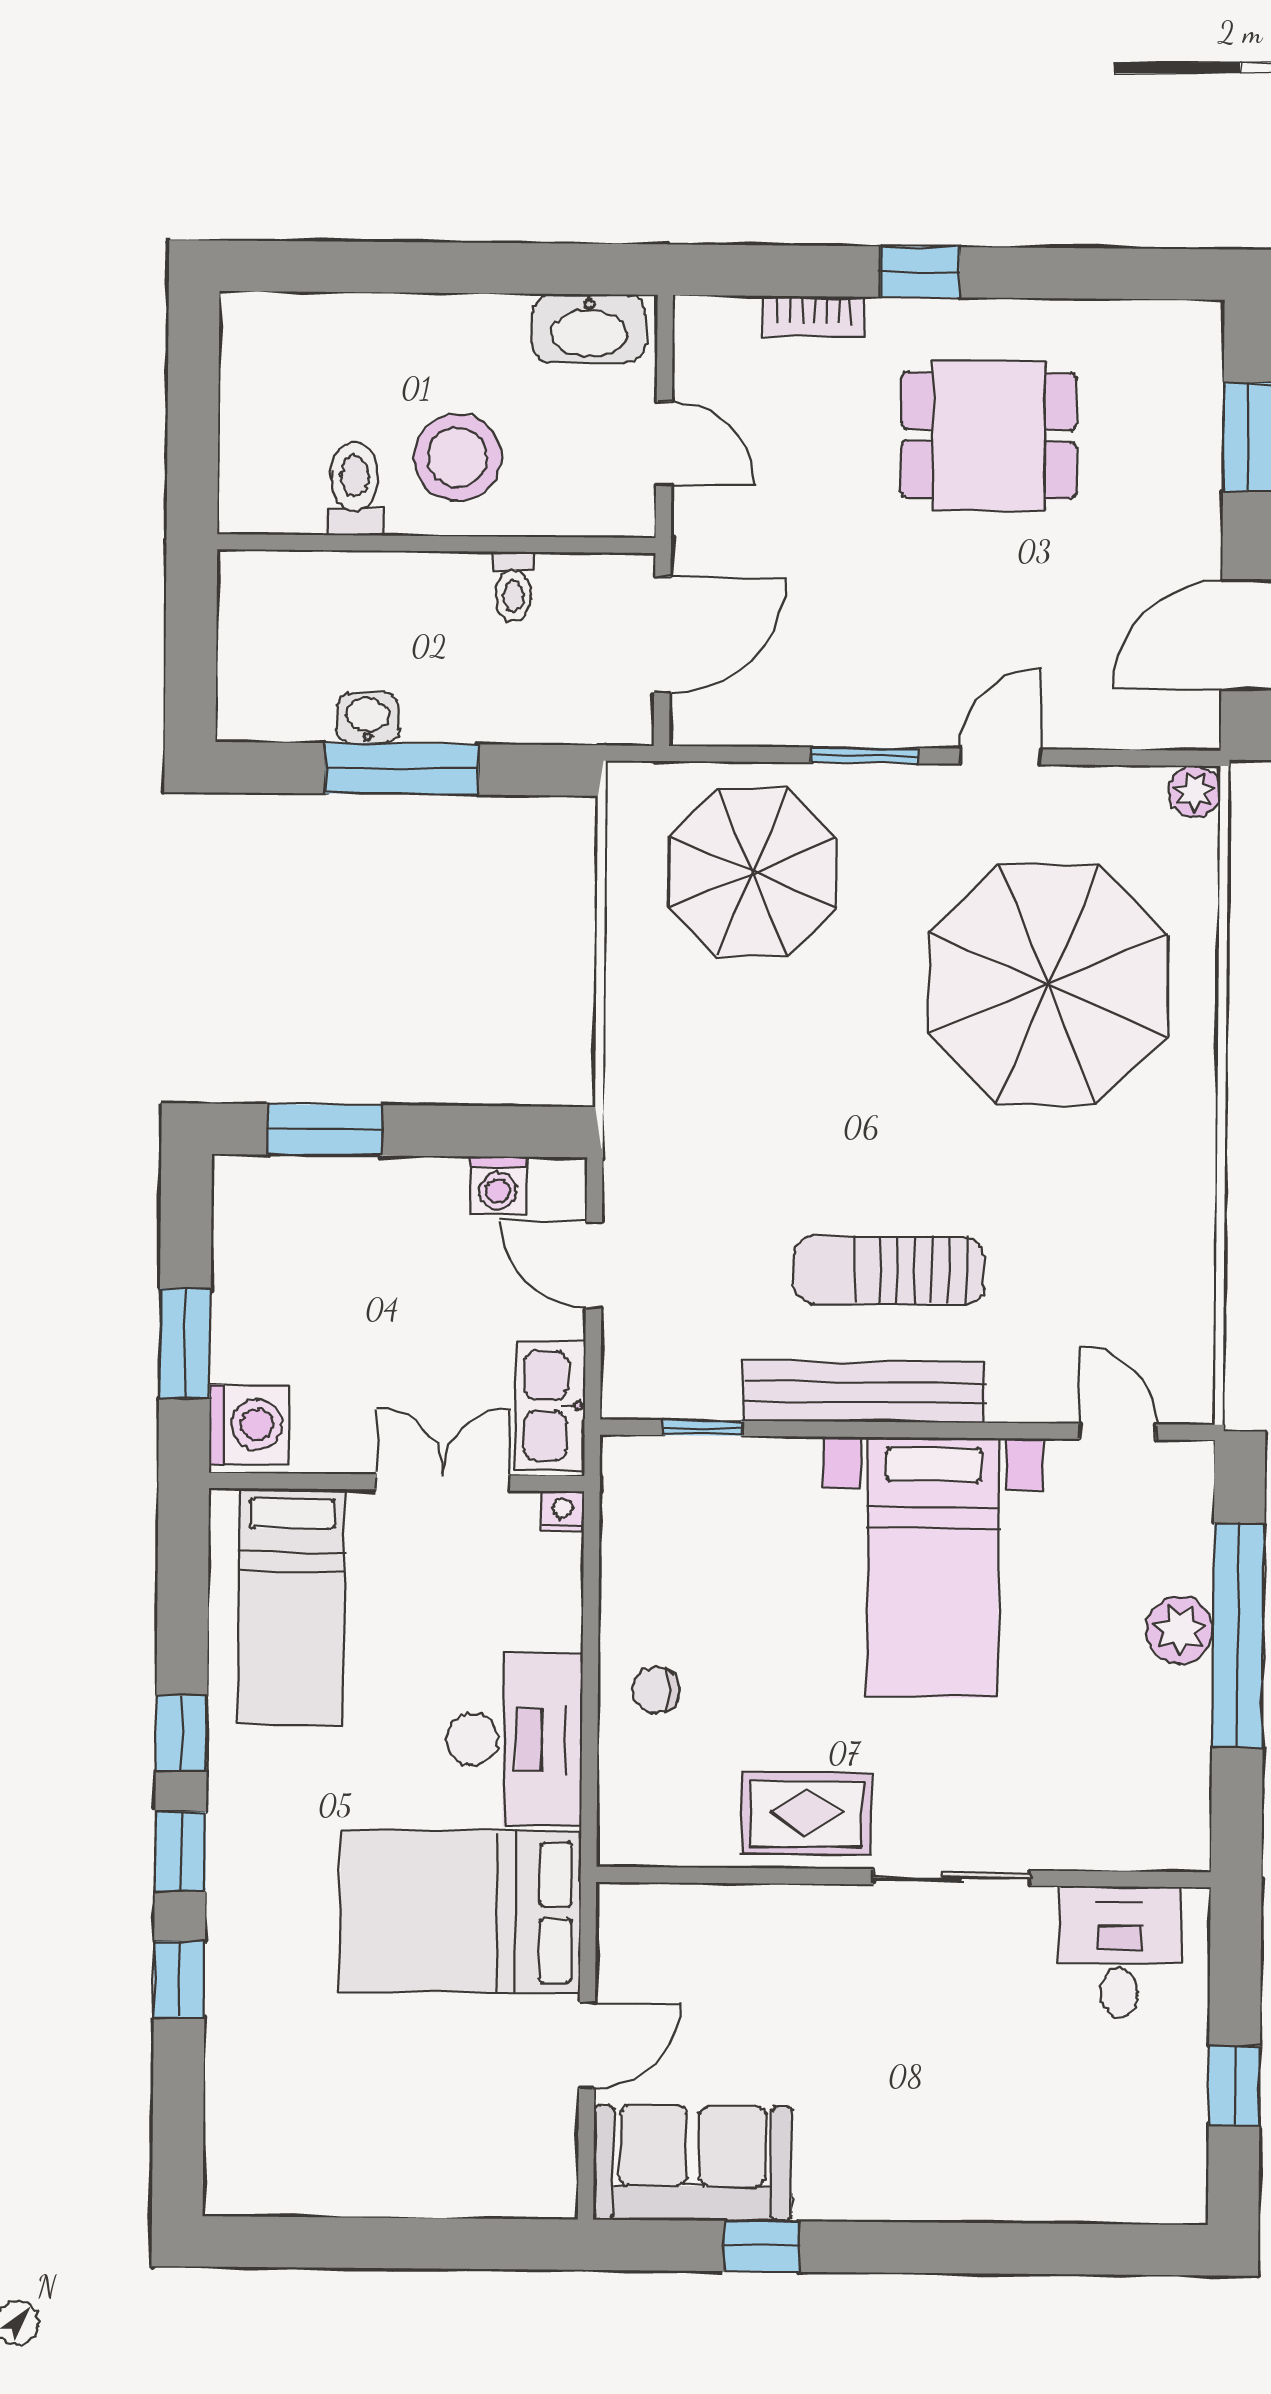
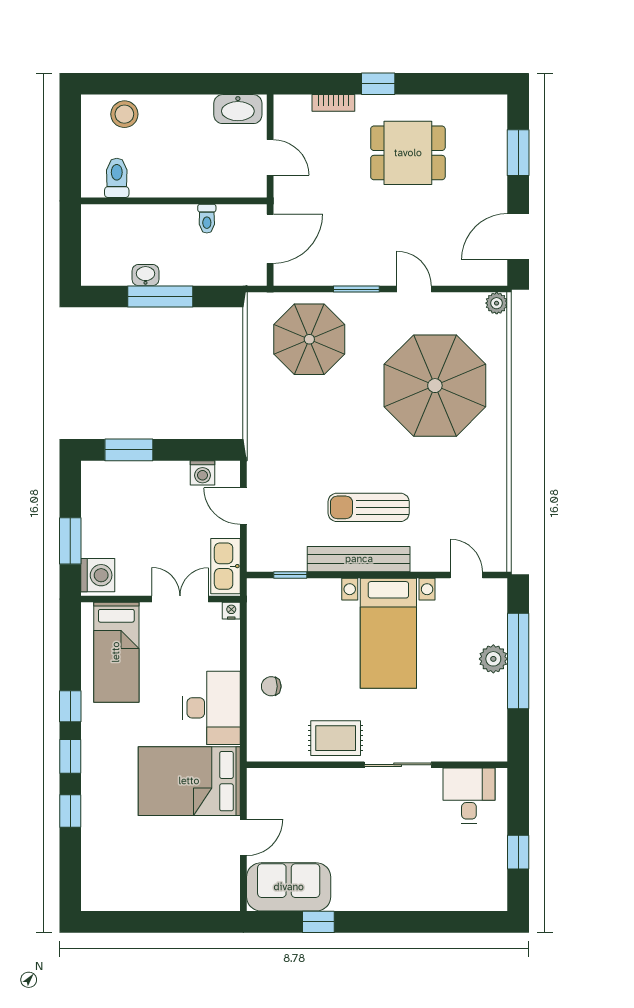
stool: (458, 457) -> (124, 114), moved, width x0.73, depth x0.73
toilet: (355, 489) -> (117, 178), moved
door: (1001, 756) -> (414, 289), hinge flipped

